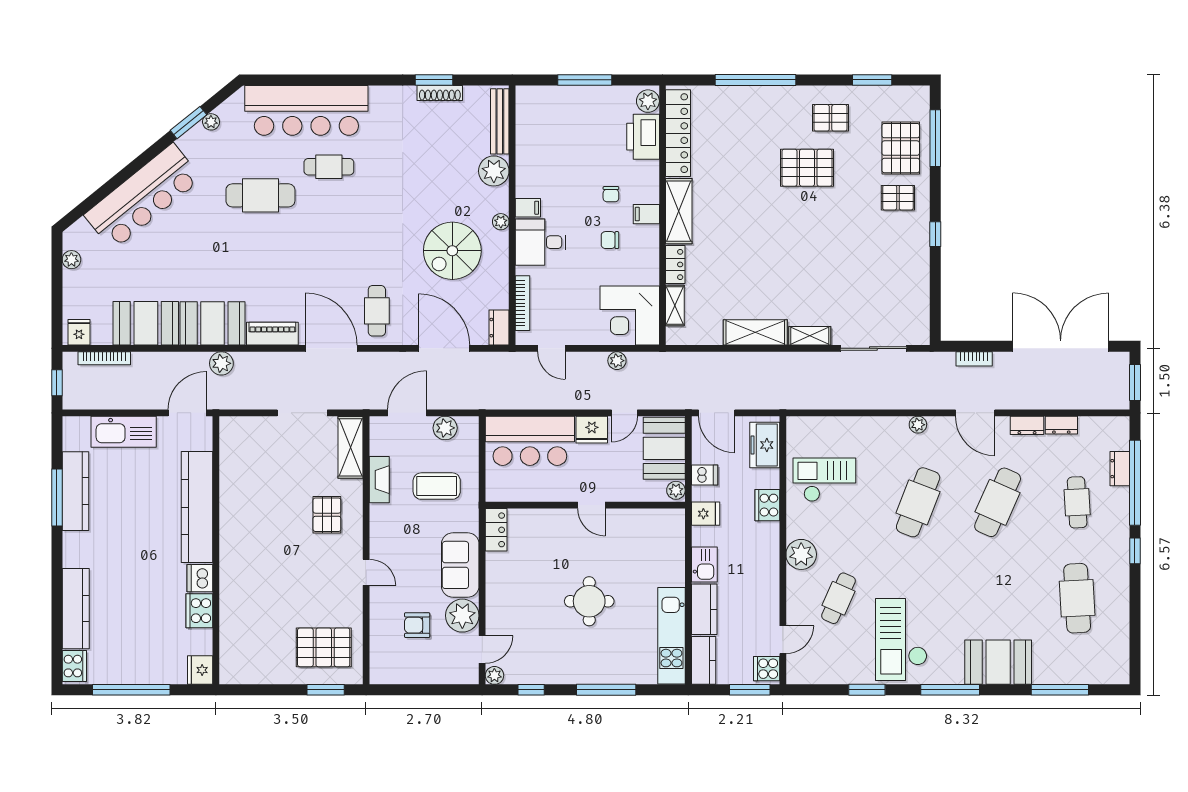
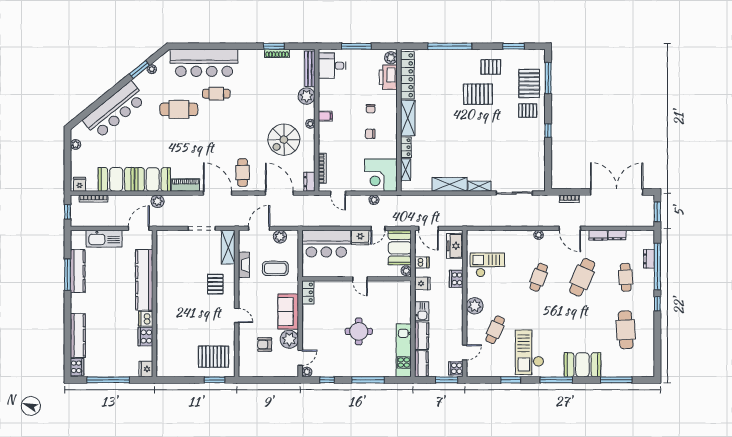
filing cabinet: (646, 214) -> (390, 120), removed
desk: (541, 242) -> (332, 66), moved
cafe table: (918, 502) -> (539, 277), width x0.73, depth x0.74

